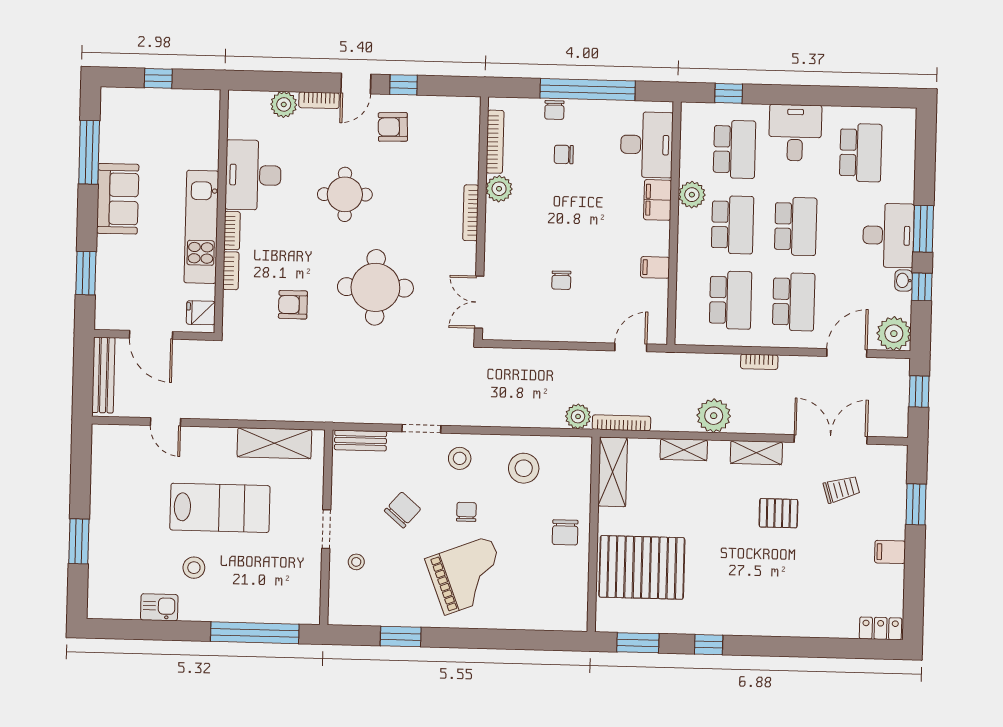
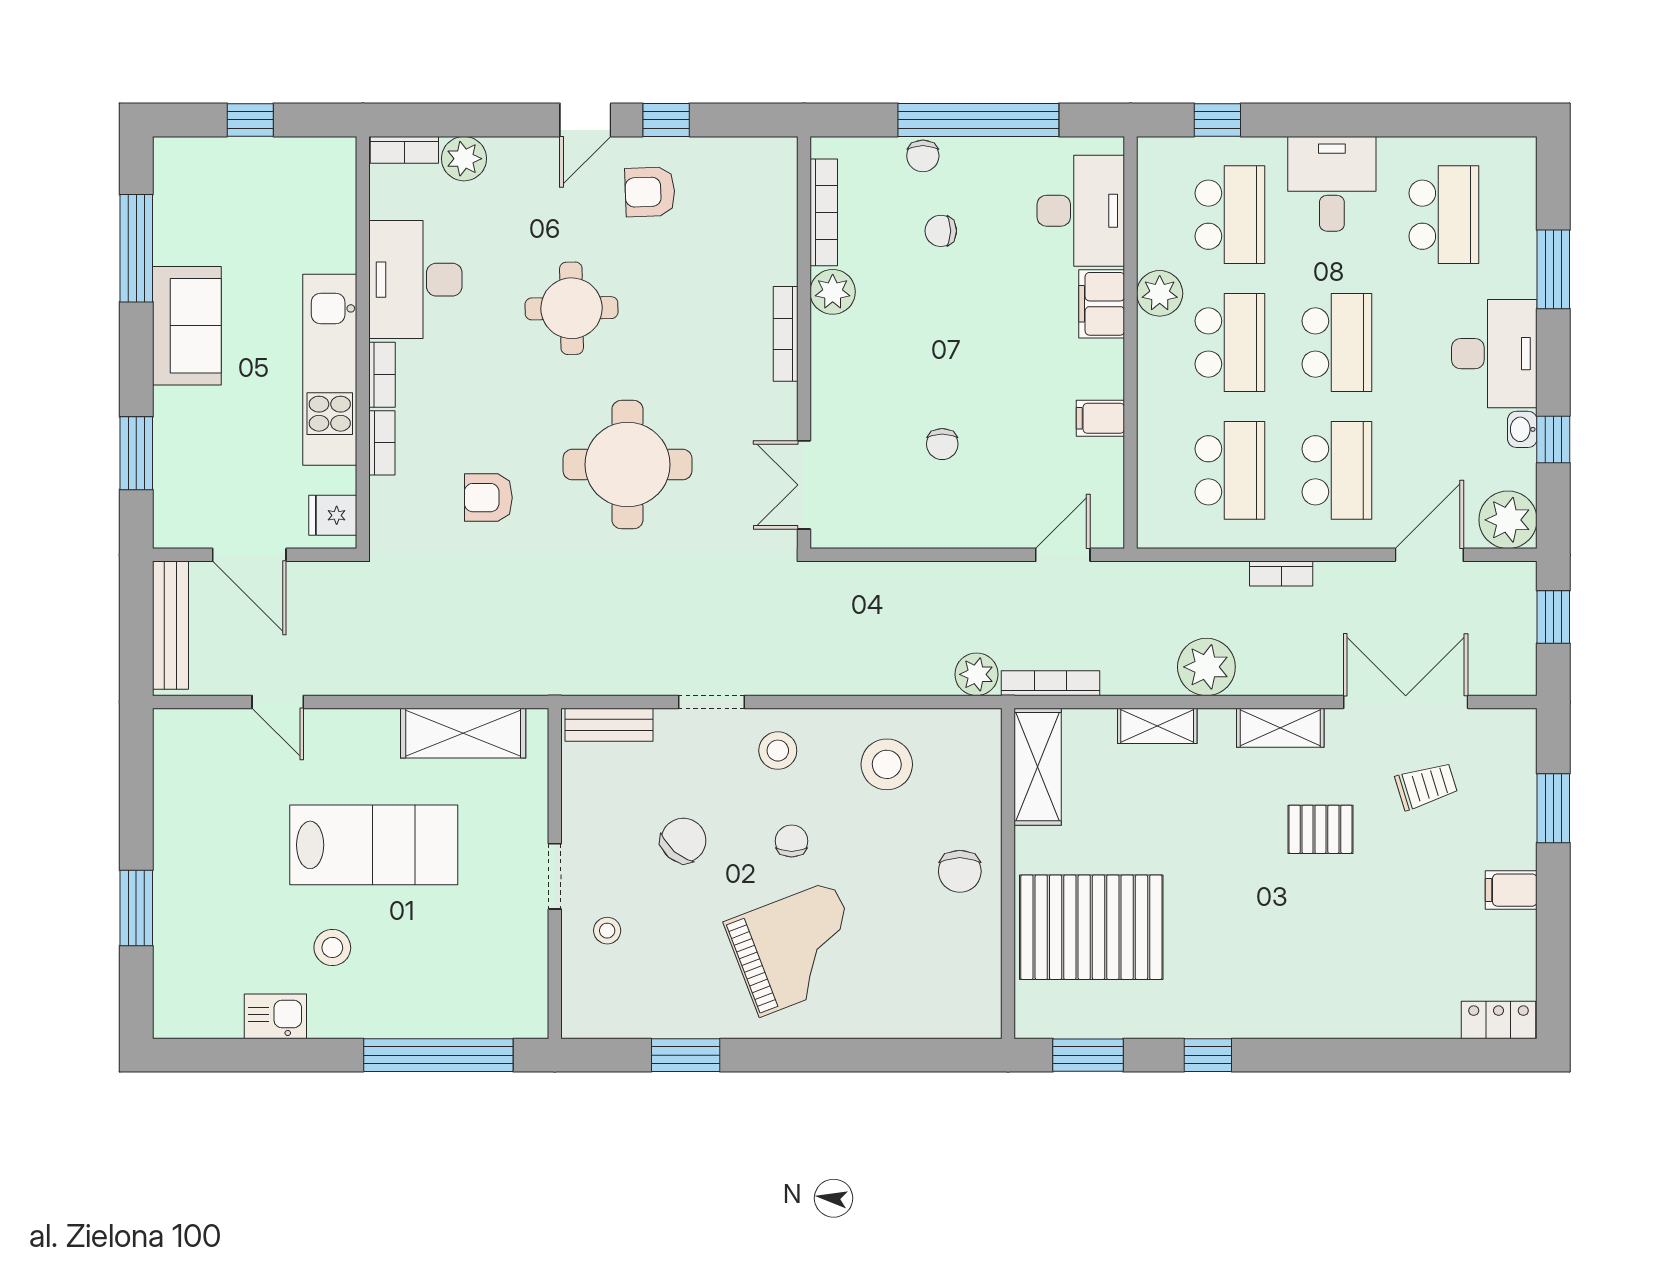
bookcase: (319, 100) -> (404, 150), moved
window: (923, 229) -> (1553, 269), moved

